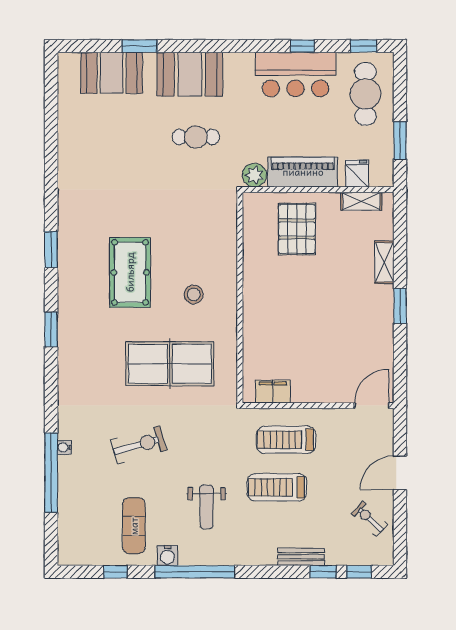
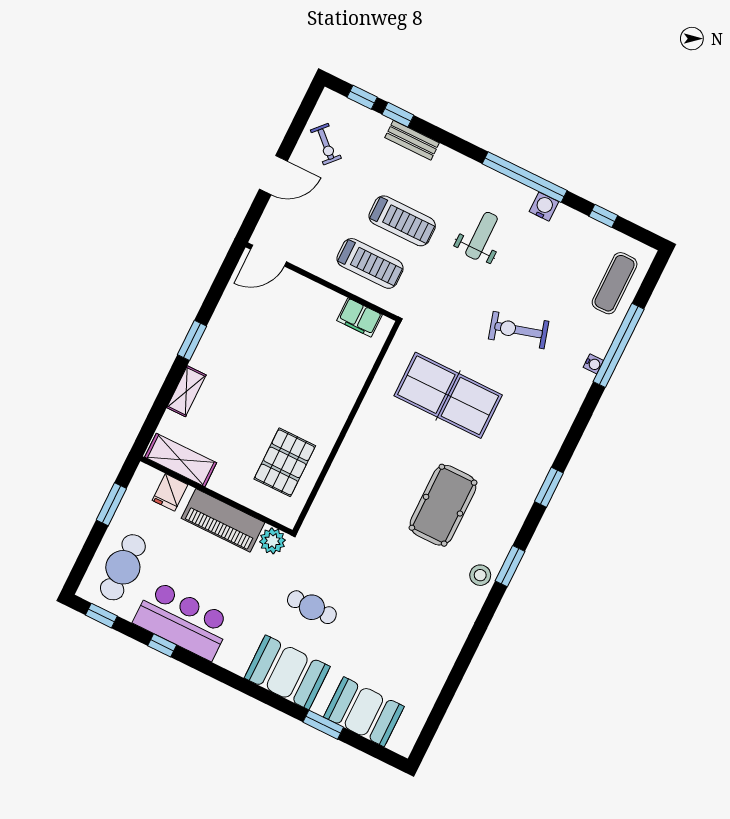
shelving: (361, 201) -> (181, 460), width x1.50, depth x1.33
pallet: (297, 229) -> (285, 462), moved
stool: (194, 294) -> (480, 575), moved
exercise mat: (134, 526) -> (615, 283), moved

